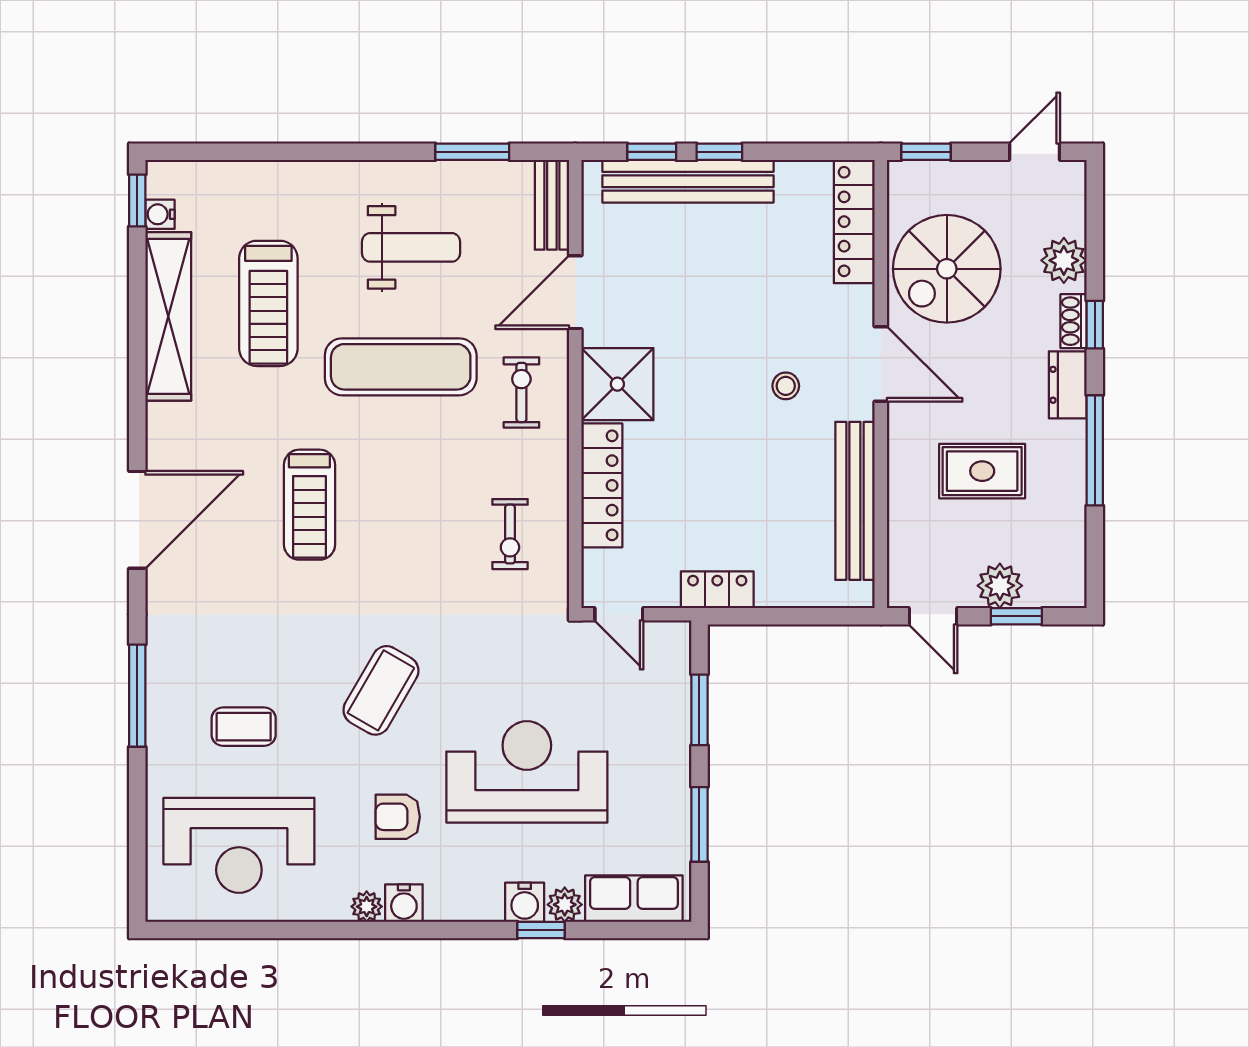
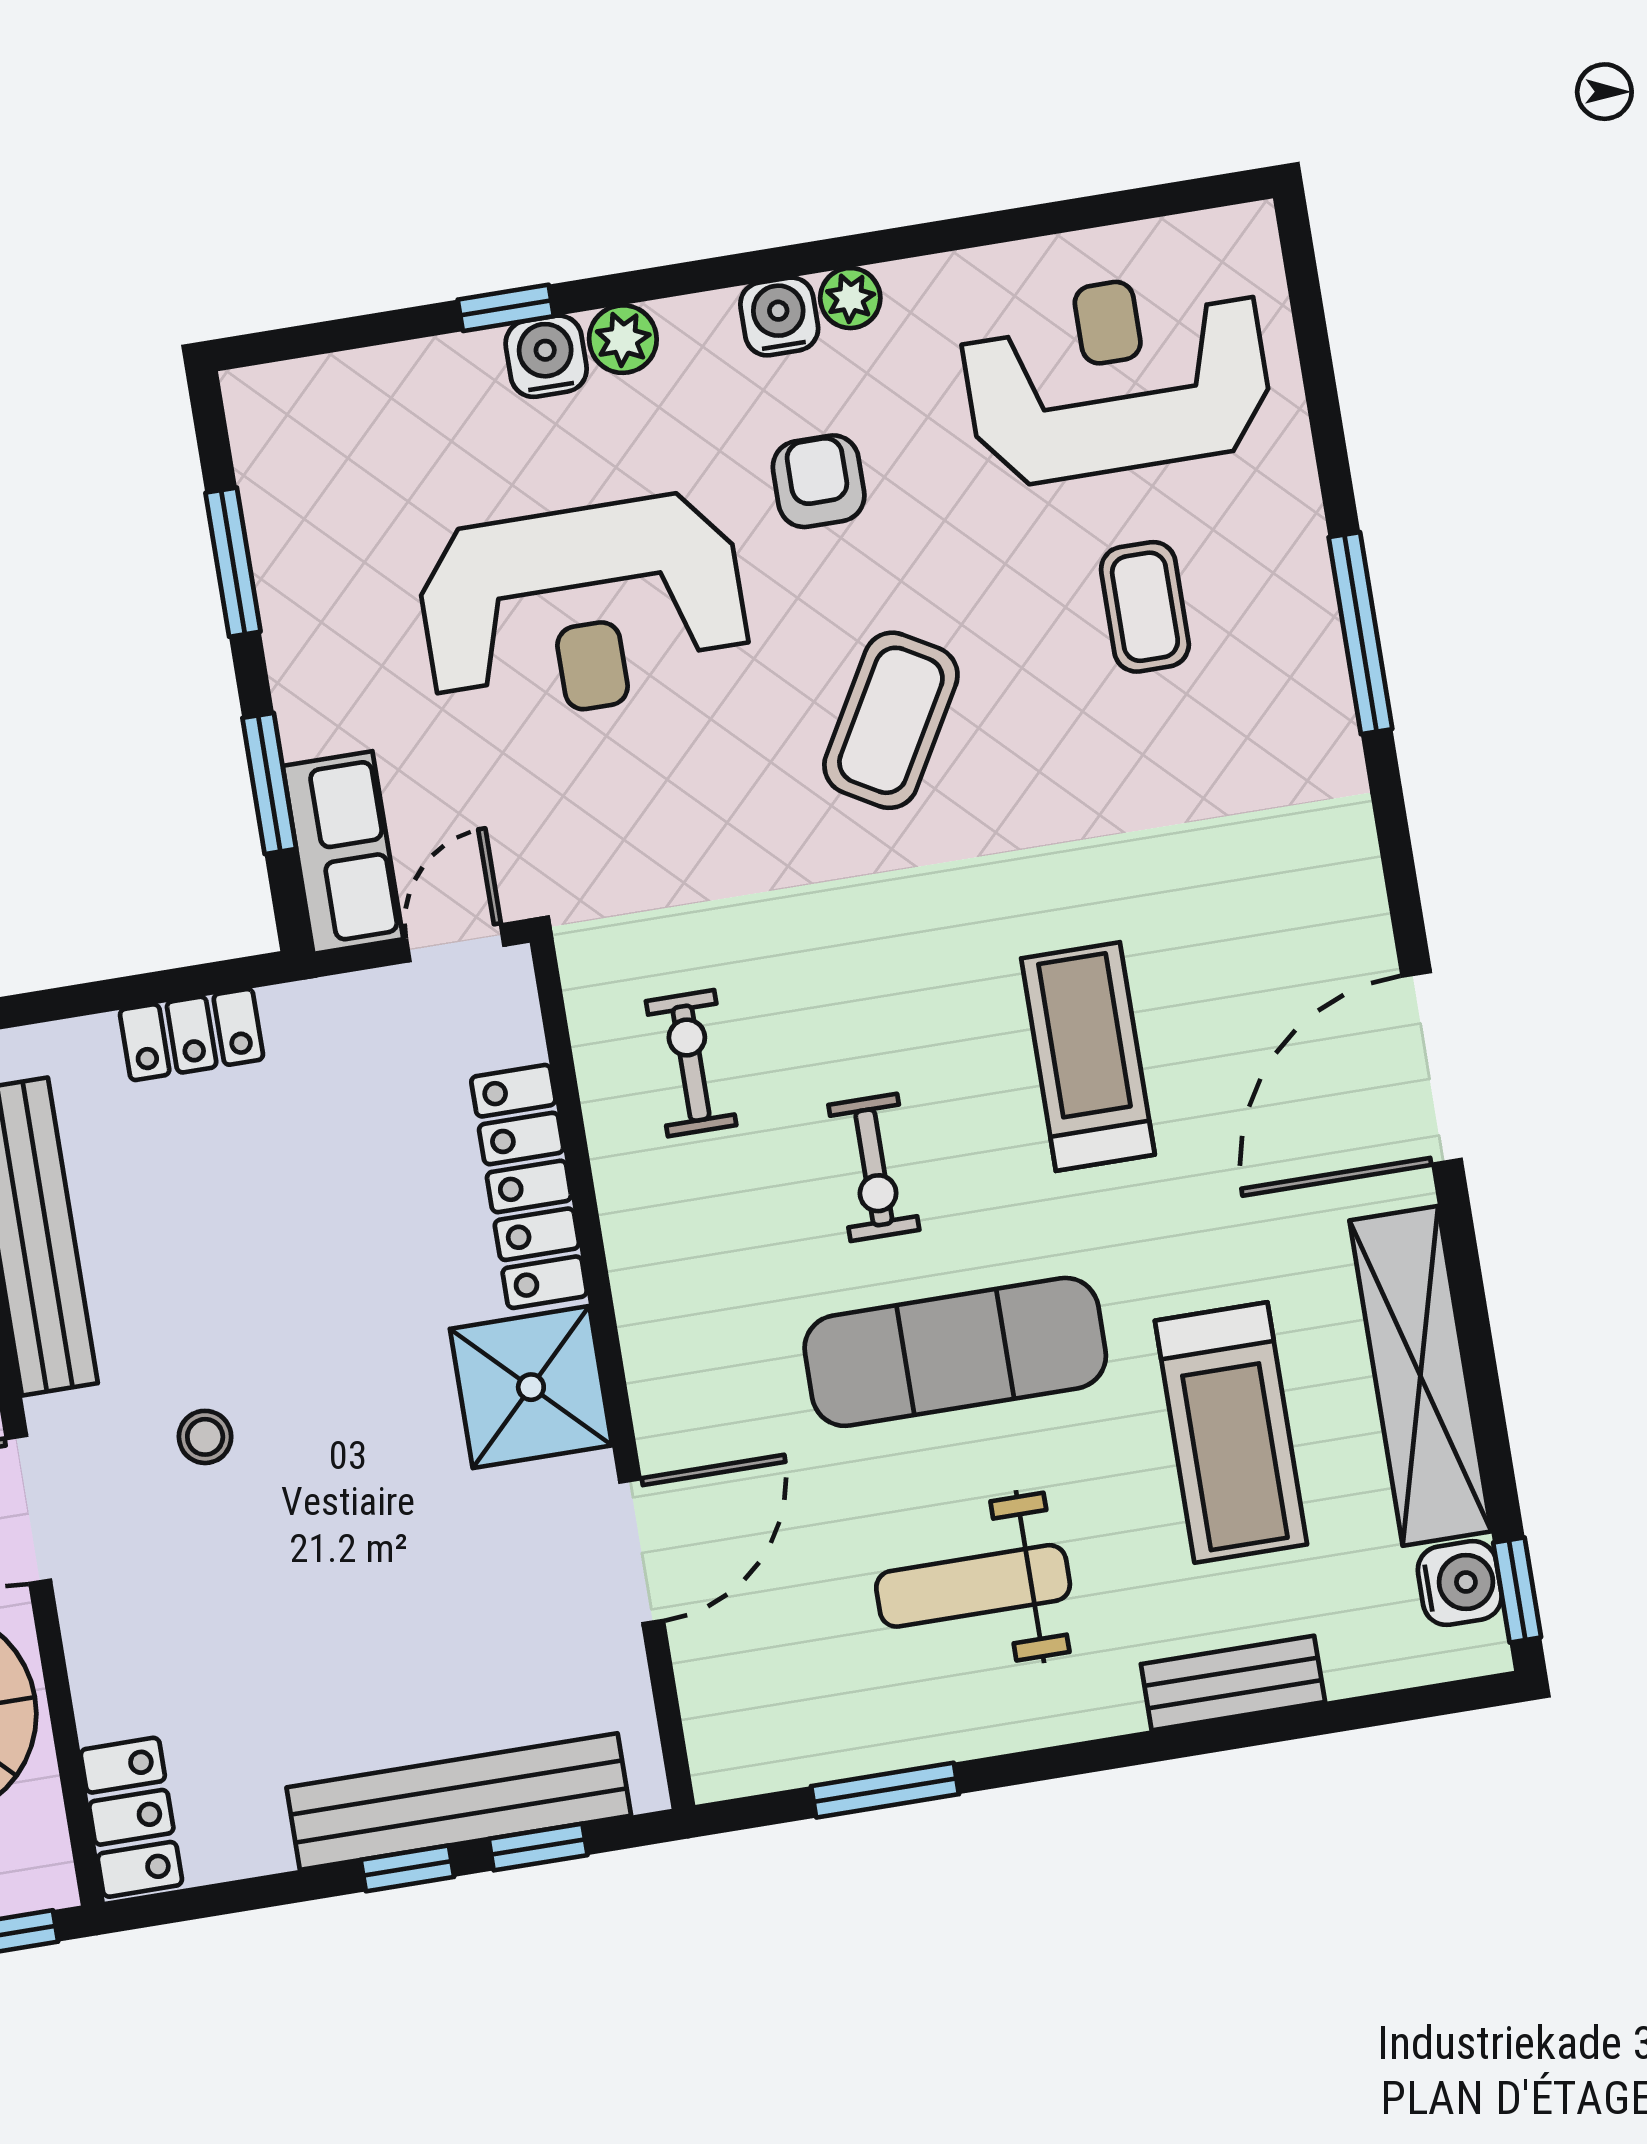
bench: (552, 205) -> (1233, 1683), moved, turned 90
water cooler: (160, 214) -> (1460, 1583), width x1.38, depth x1.38
locker: (854, 222) -> (131, 1817), width x0.66
treadmill: (268, 303) -> (1231, 1433), turned 180
exercise bike: (521, 392) -> (874, 1167), moved
door: (137, 520) -> (1432, 1068), moved
locker: (717, 590) -> (192, 1035), moved
door: (619, 614) -> (455, 943), hinge flipped
coffee table: (244, 727) -> (1145, 607), turned 90
armchair: (398, 817) -> (819, 481), turned -90
row of seats: (634, 899) -> (343, 852), moved, turned -90
plant: (565, 905) -> (623, 339), moved

